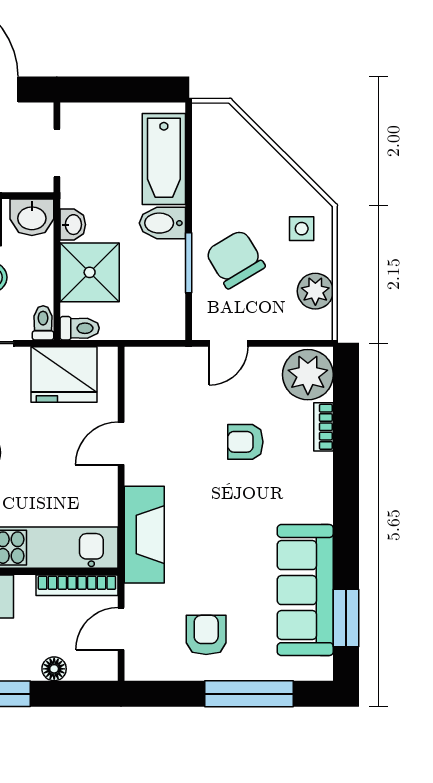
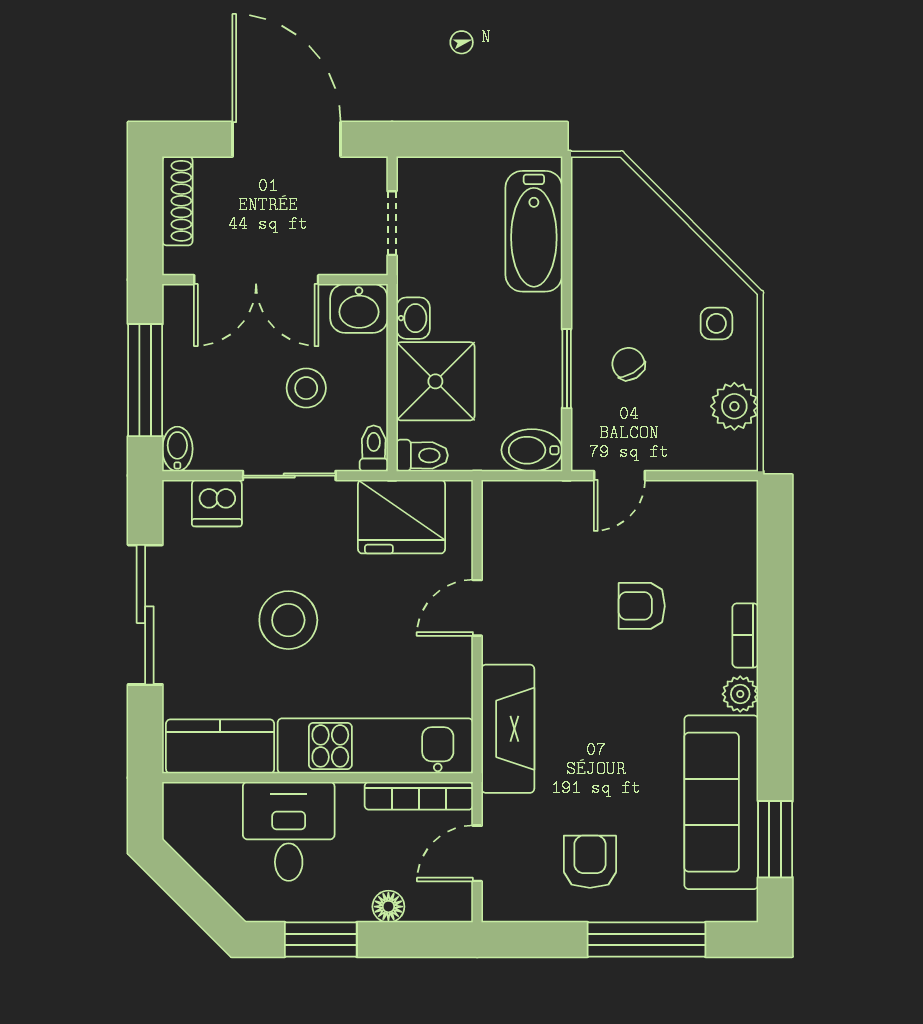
bidet: (162, 223) -> (532, 450), moved
chair: (235, 259) -> (628, 364), width x0.54, depth x0.54
plant: (308, 375) -> (740, 694), moved, width x0.53, depth x0.53
bookcase: (323, 427) -> (745, 635), moved

